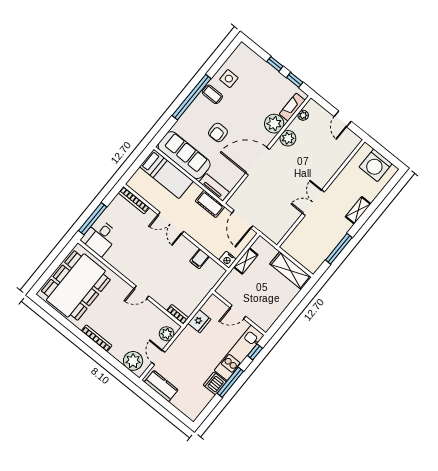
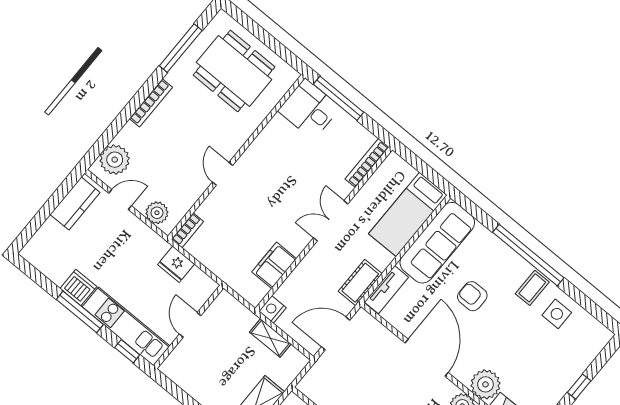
filing cabinet: (199, 259) -> (274, 265), width x2.00
dining table: (76, 285) -> (234, 71), width x0.73, depth x0.80
window: (62, 320) -> (181, 48), added

